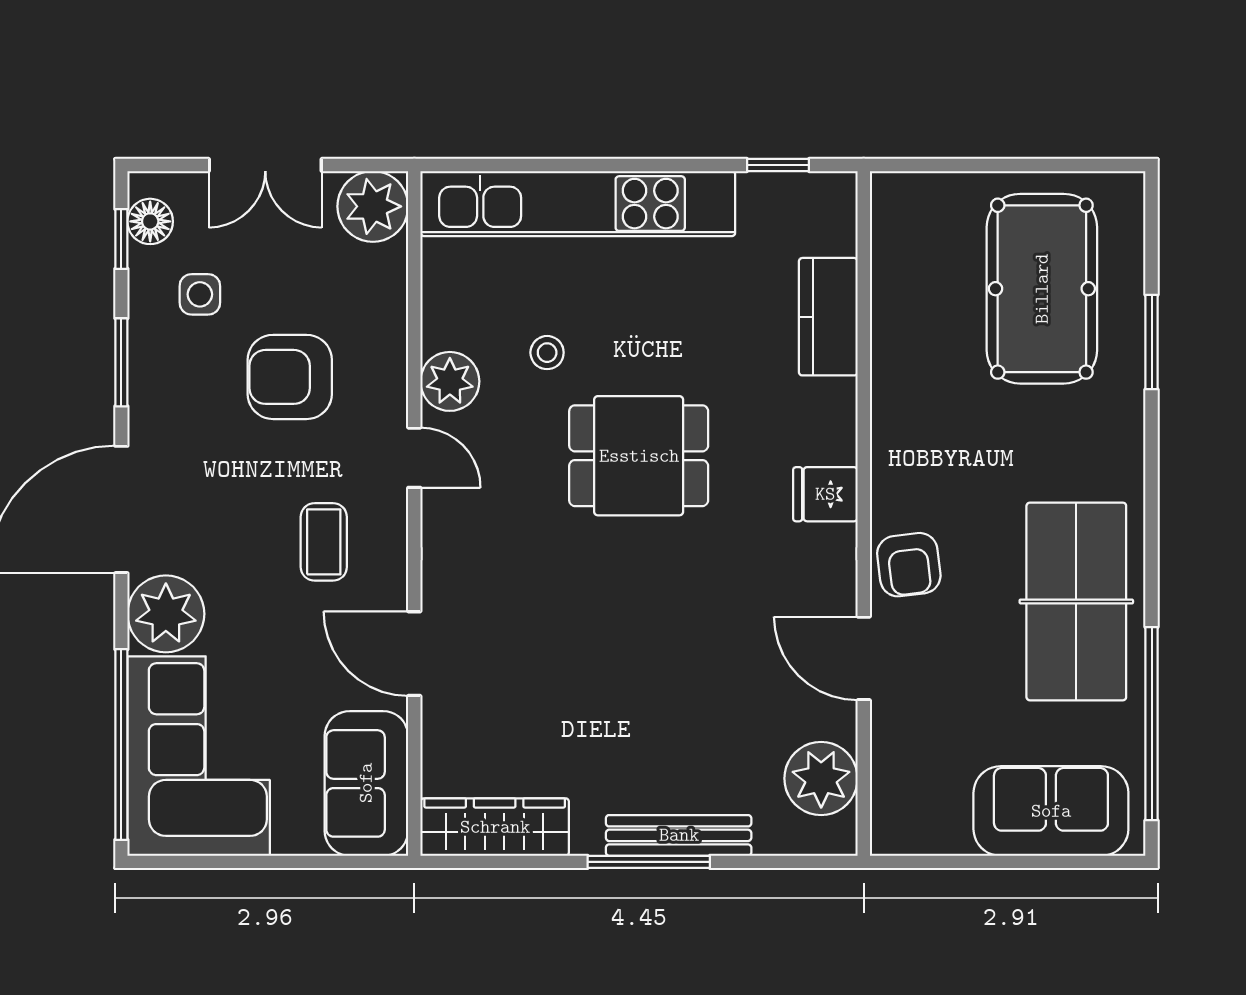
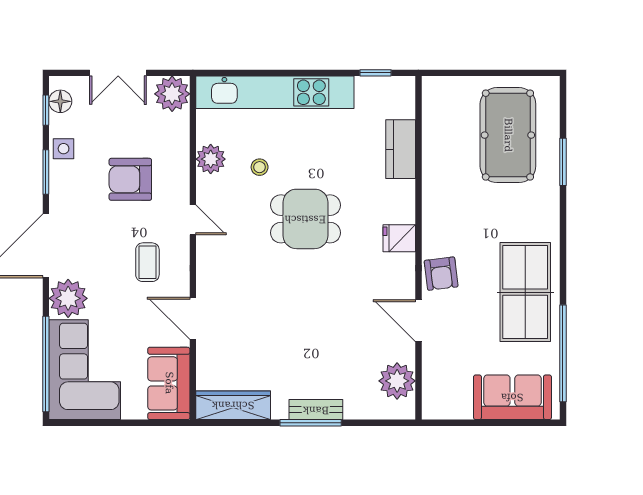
side table: (200, 294) -> (64, 149), moved
plant: (450, 381) -> (211, 159), moved
bench: (679, 835) -> (316, 410), width x0.73

